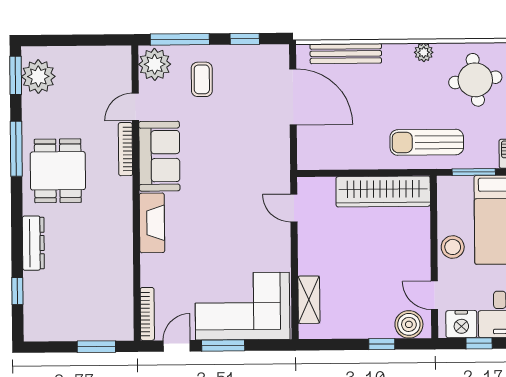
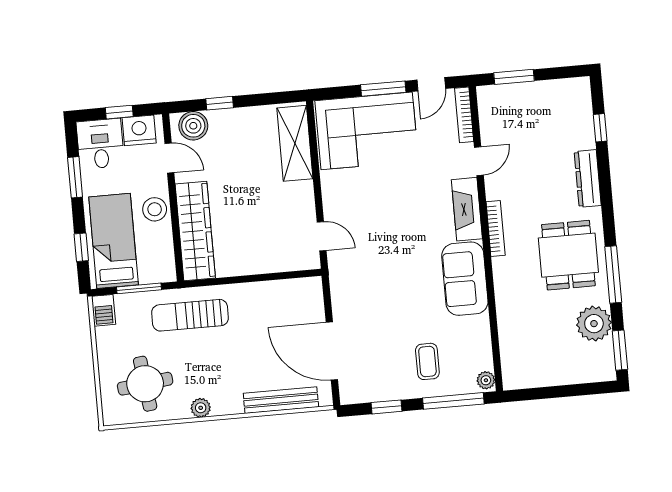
plant: (155, 64) -> (486, 380), width x0.53, depth x0.53
plant: (38, 77) -> (594, 324), moved
door: (135, 107) -> (479, 161), moved
sun lounger: (427, 142) -> (190, 315), turned 180
bookcase: (125, 149) -> (496, 229), moved
wardrobe: (383, 191) -> (195, 231), moved, turned 90
shelving: (309, 300) -> (295, 143), width x1.50, depth x1.33

